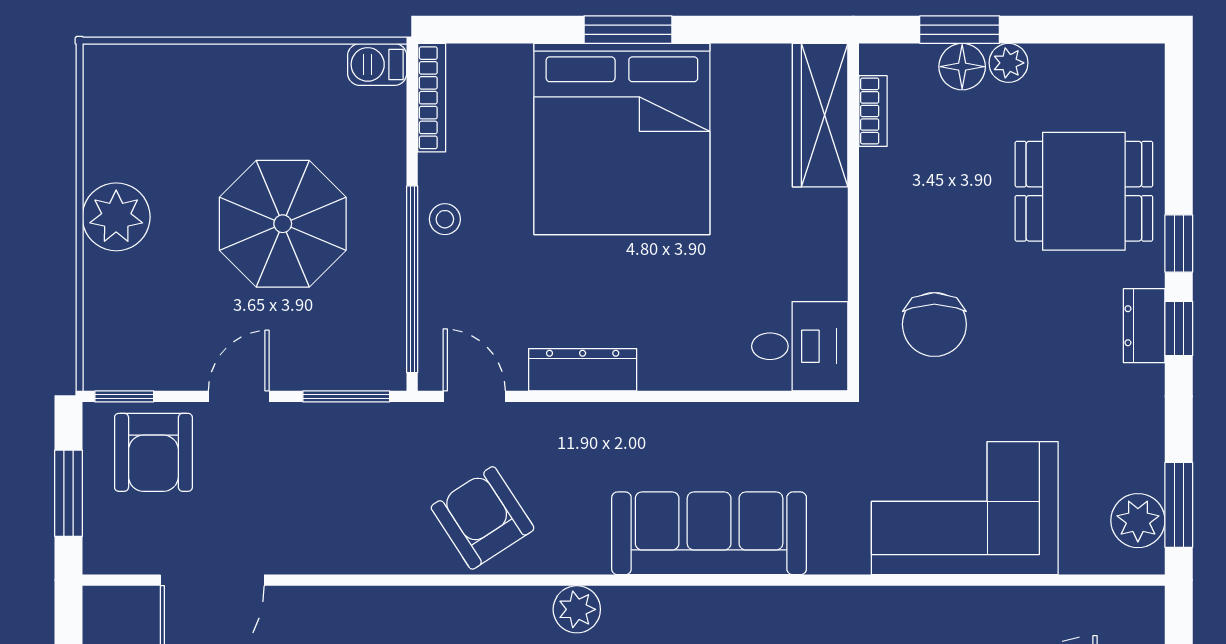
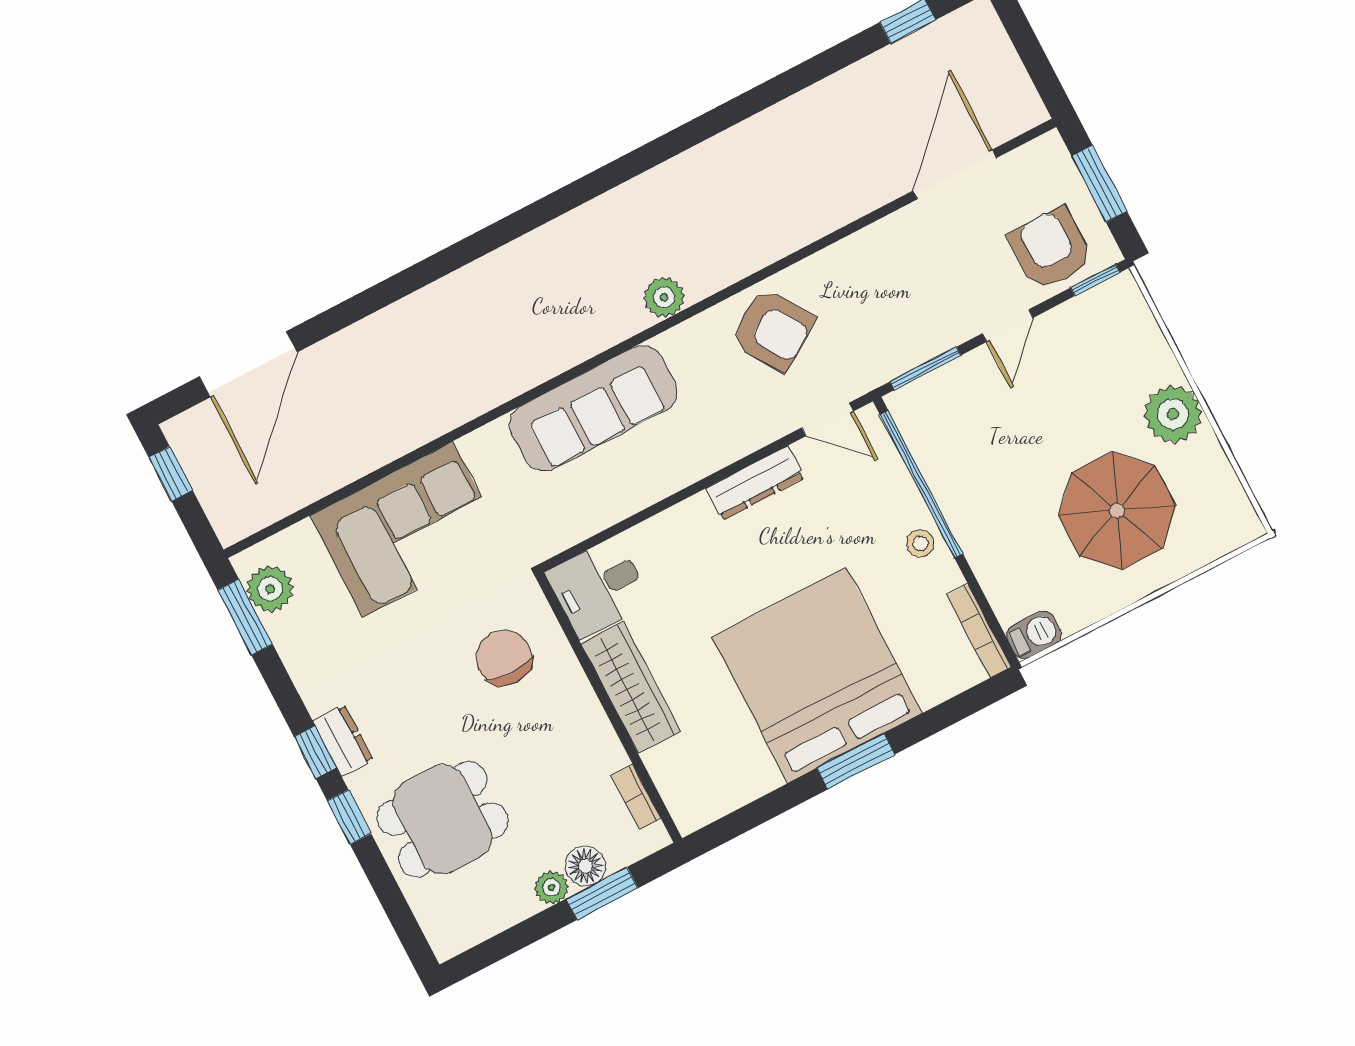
wardrobe: (820, 115) -> (631, 687), moved
parasol: (283, 224) -> (1117, 510), moved

